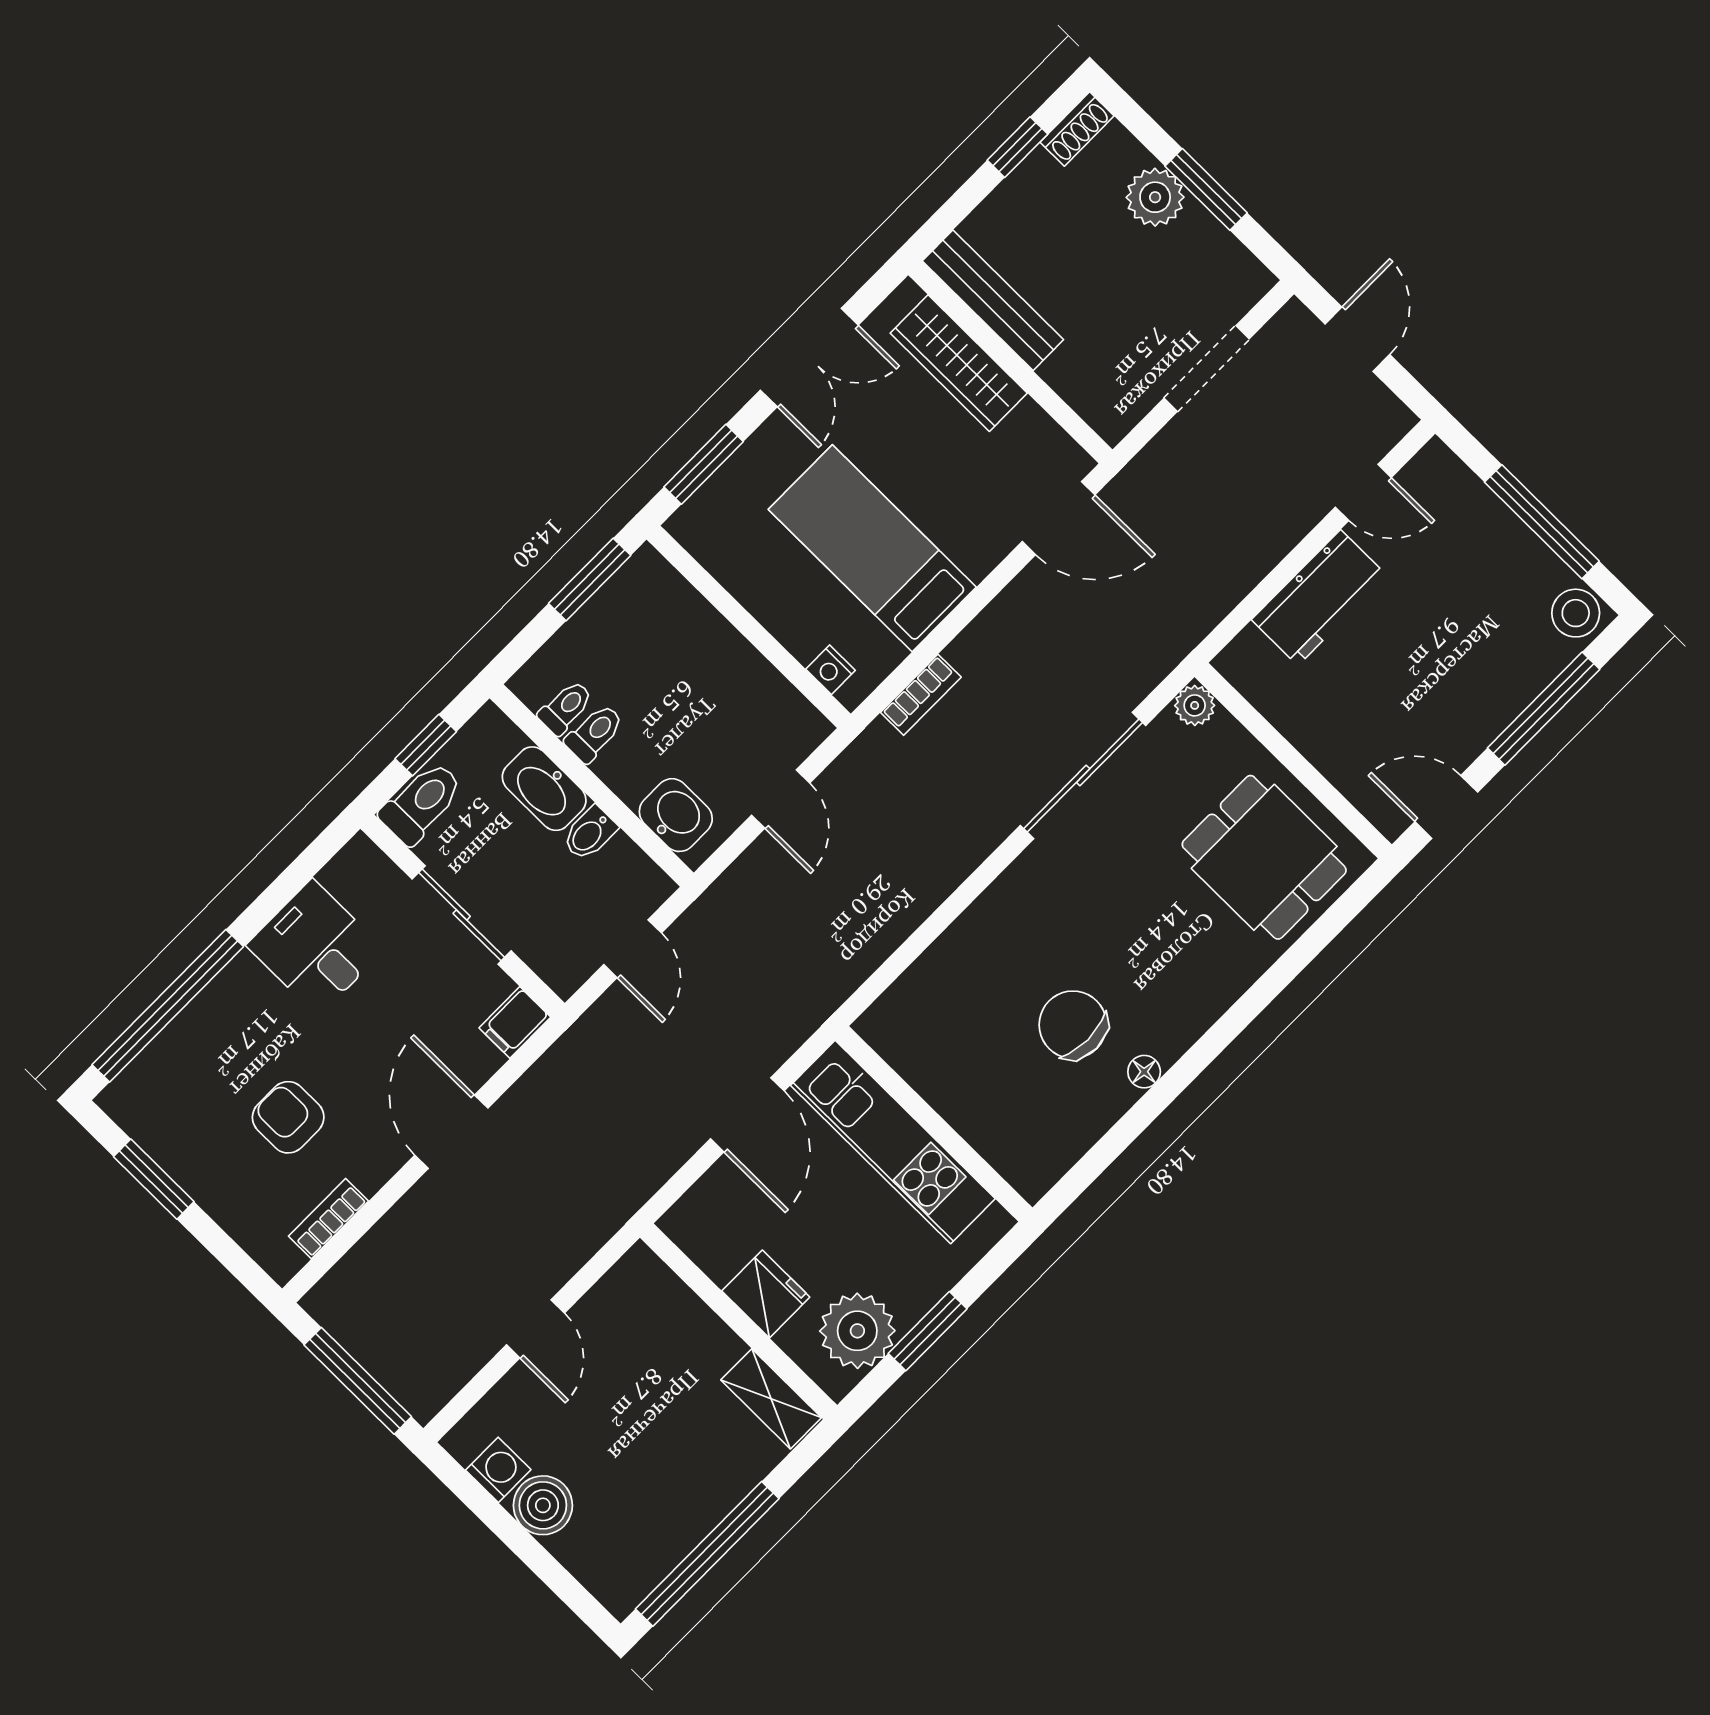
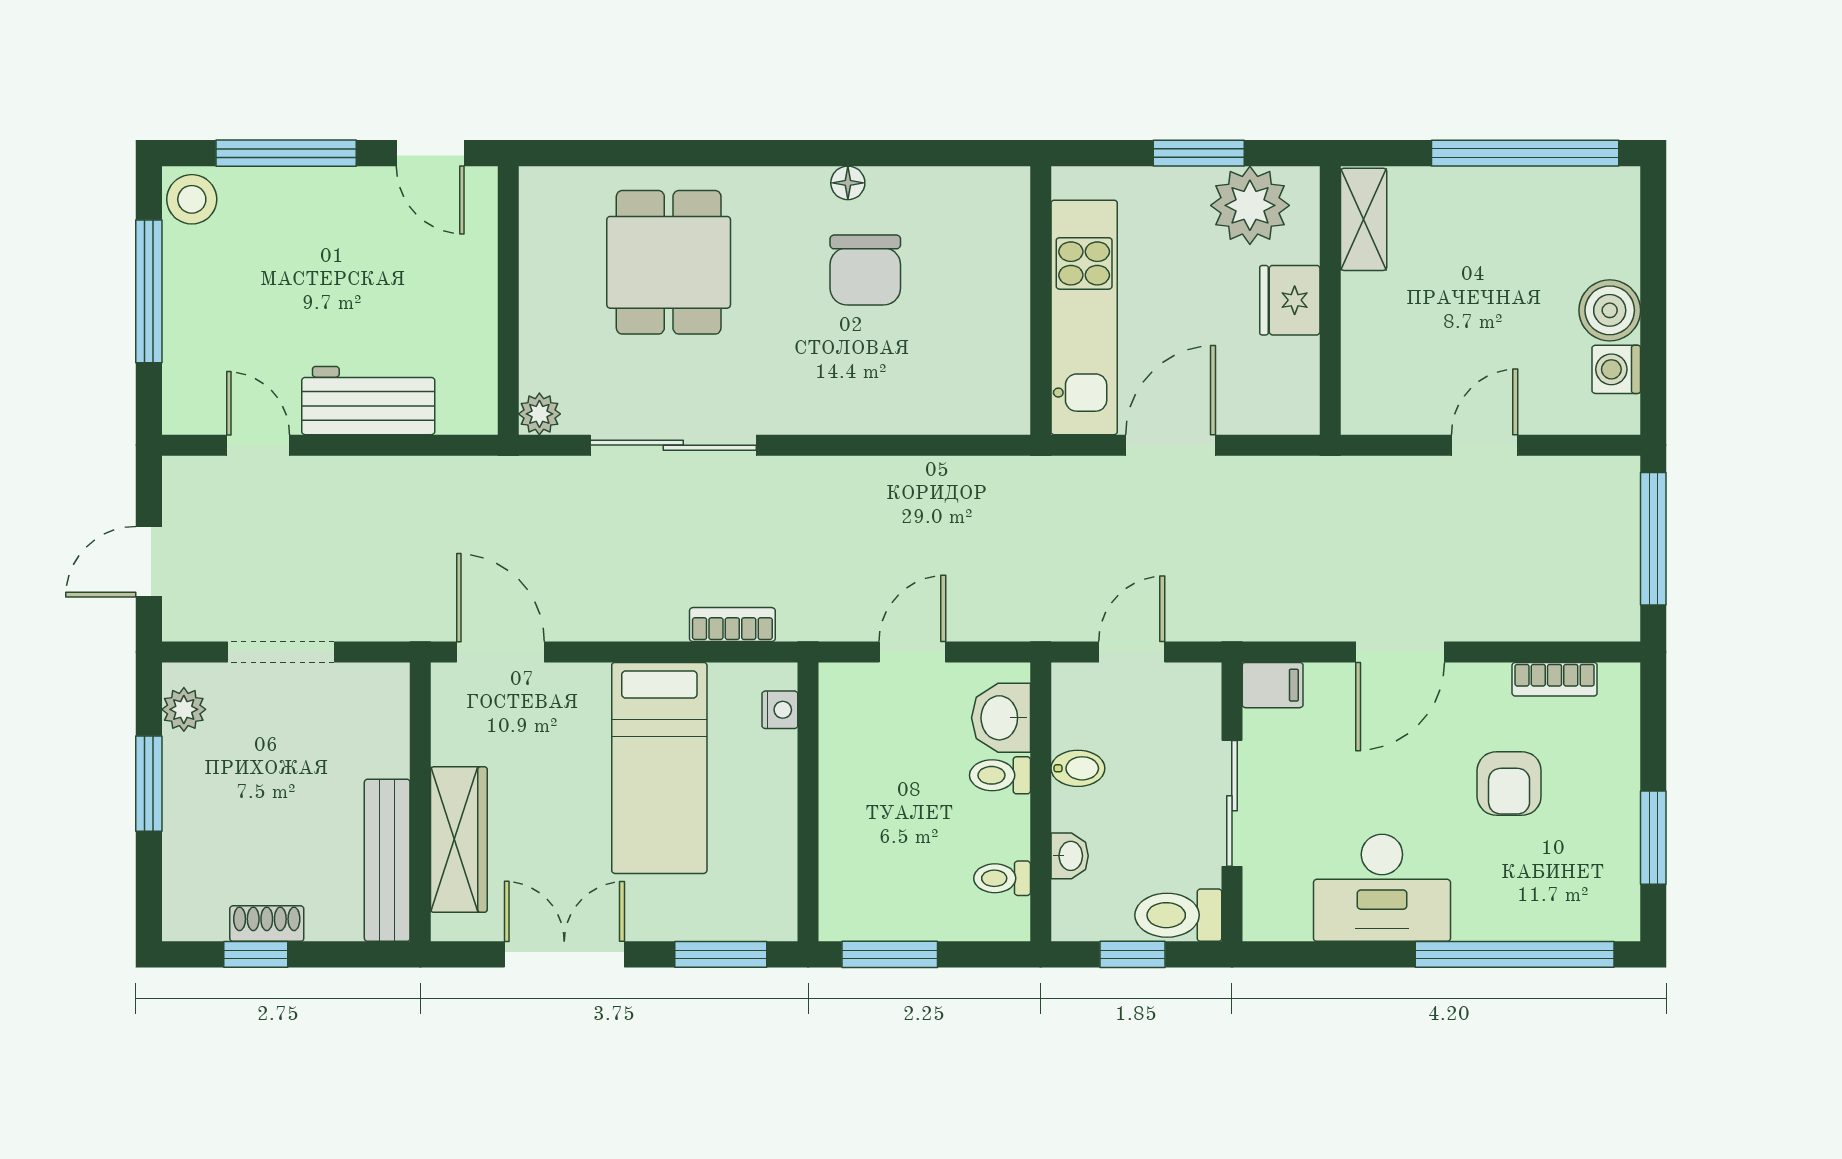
shoe rack: (1077, 129) -> (267, 924), moved
plant: (1155, 197) -> (184, 709), moved, width x0.73, depth x0.73
toilet: (594, 733) -> (1000, 775), moved
washbasin: (544, 789) -> (1070, 856), width x0.52, depth x0.69
dining table: (1264, 857) -> (669, 262), moved
desk: (315, 948) -> (1382, 888), width x1.37

